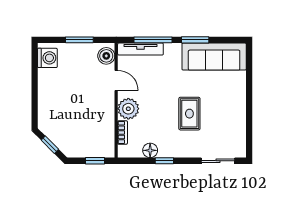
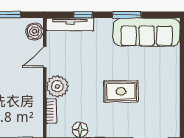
window: (153, 40) -> (83, 15), width x0.46
door: (116, 80) -> (45, 57), swing flipped
rug: (189, 114) -> (121, 91), turned 90

